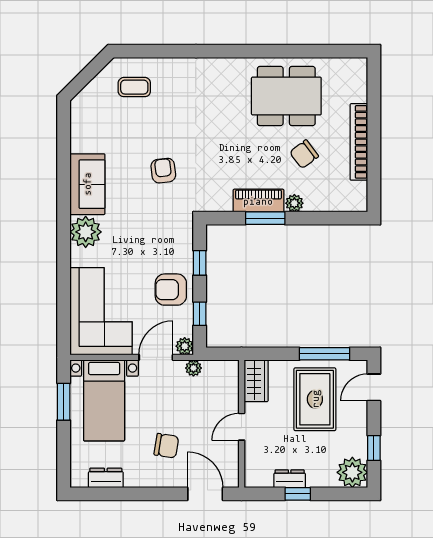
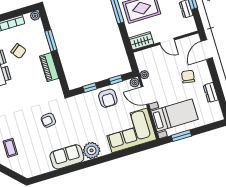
plant: (294, 203) -> (35, 16), moved
window: (265, 218) -> (51, 41), moved
dresser: (106, 478) -> (211, 93), moved

